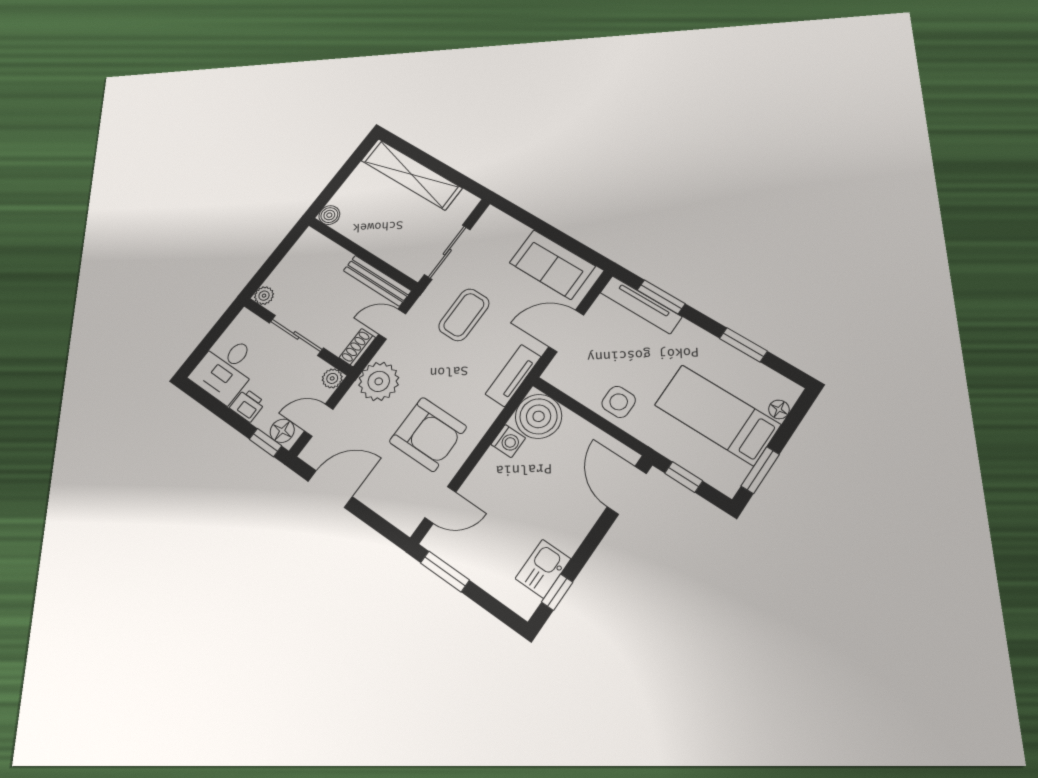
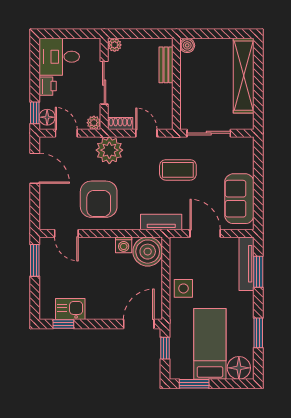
bench: (377, 281) -> (166, 65), moved, width x0.73
floor lamp: (779, 409) -> (239, 368), width x1.89, depth x1.89

